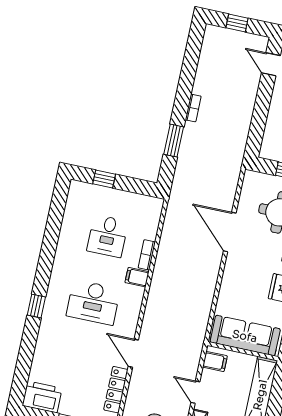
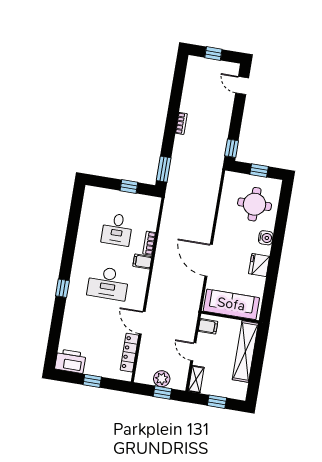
window: (174, 141) -> (164, 169), moved
window: (254, 142) -> (232, 148), added
window: (104, 179) -> (129, 187), moved
door: (230, 232) -> (209, 260), moved

